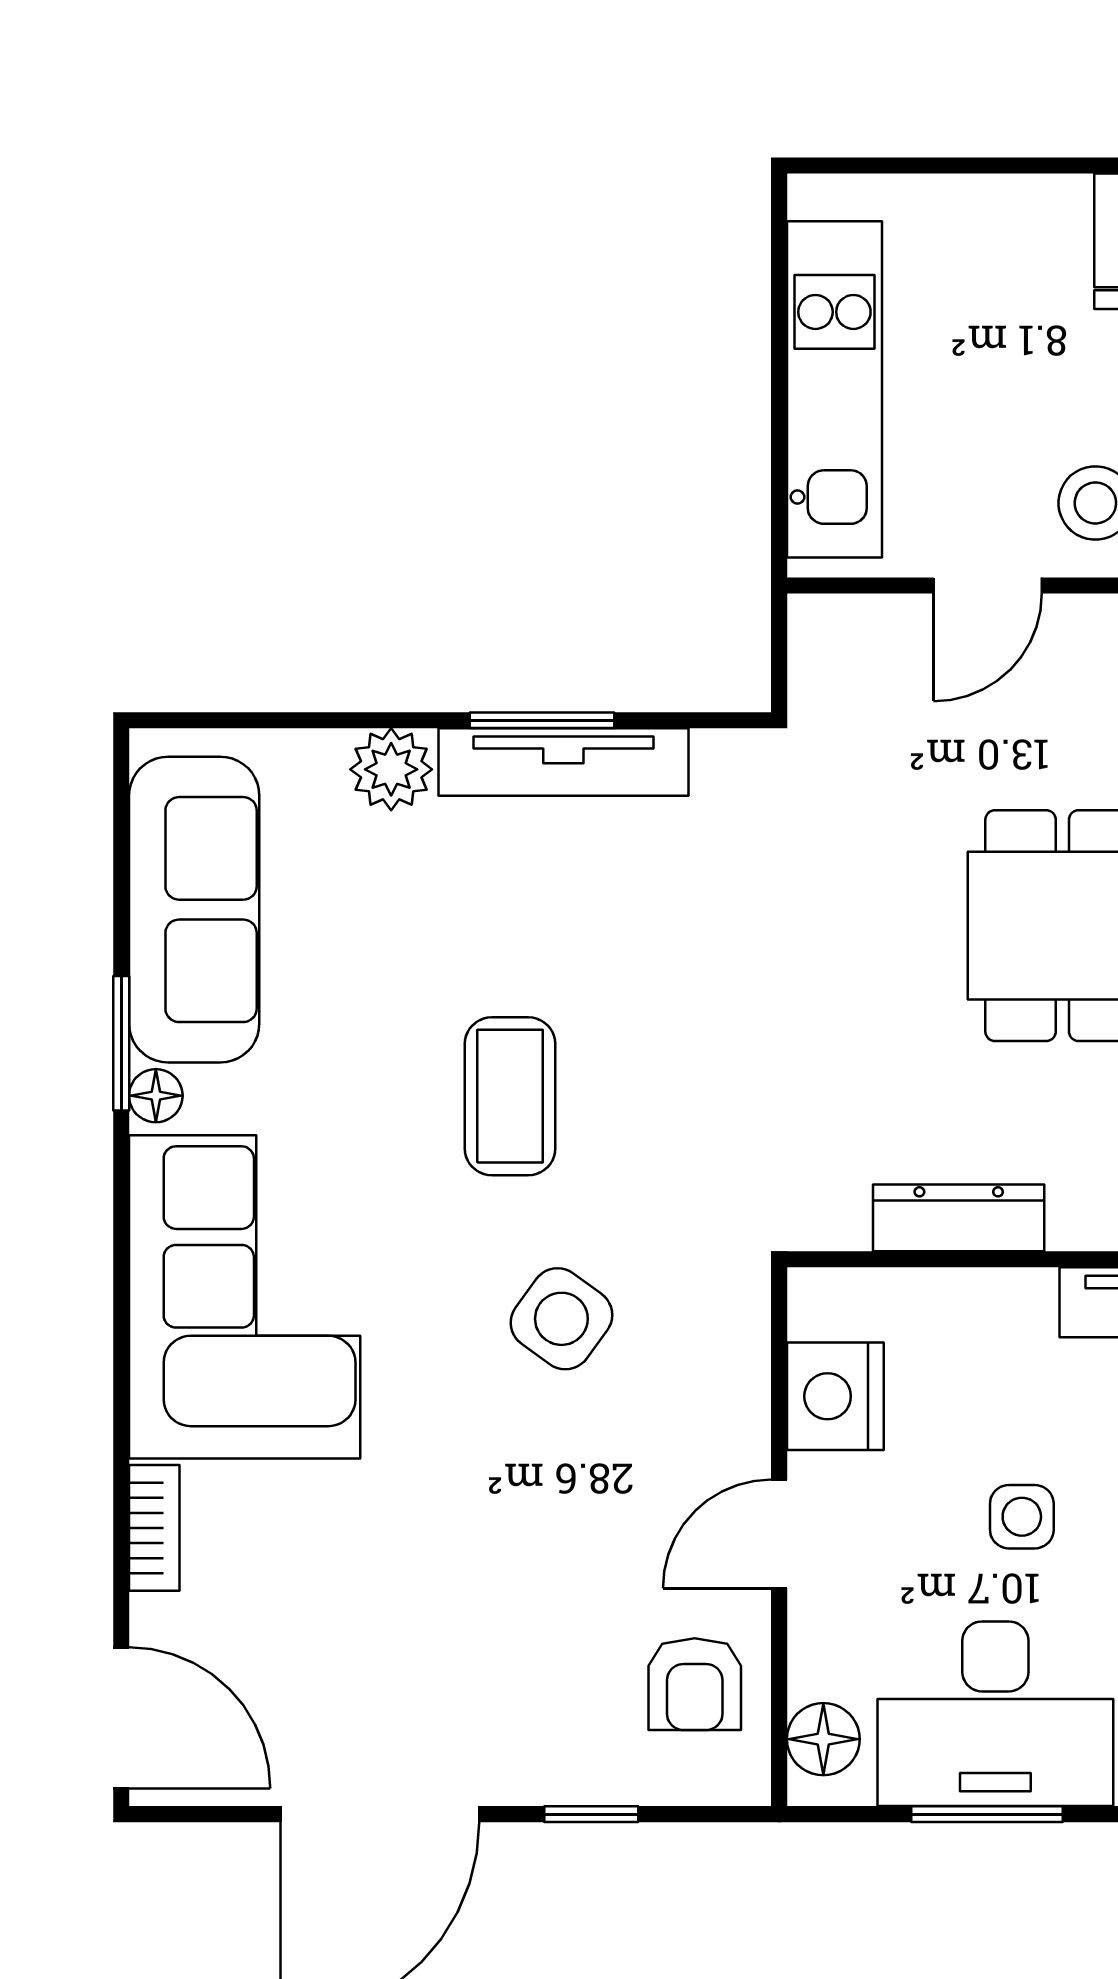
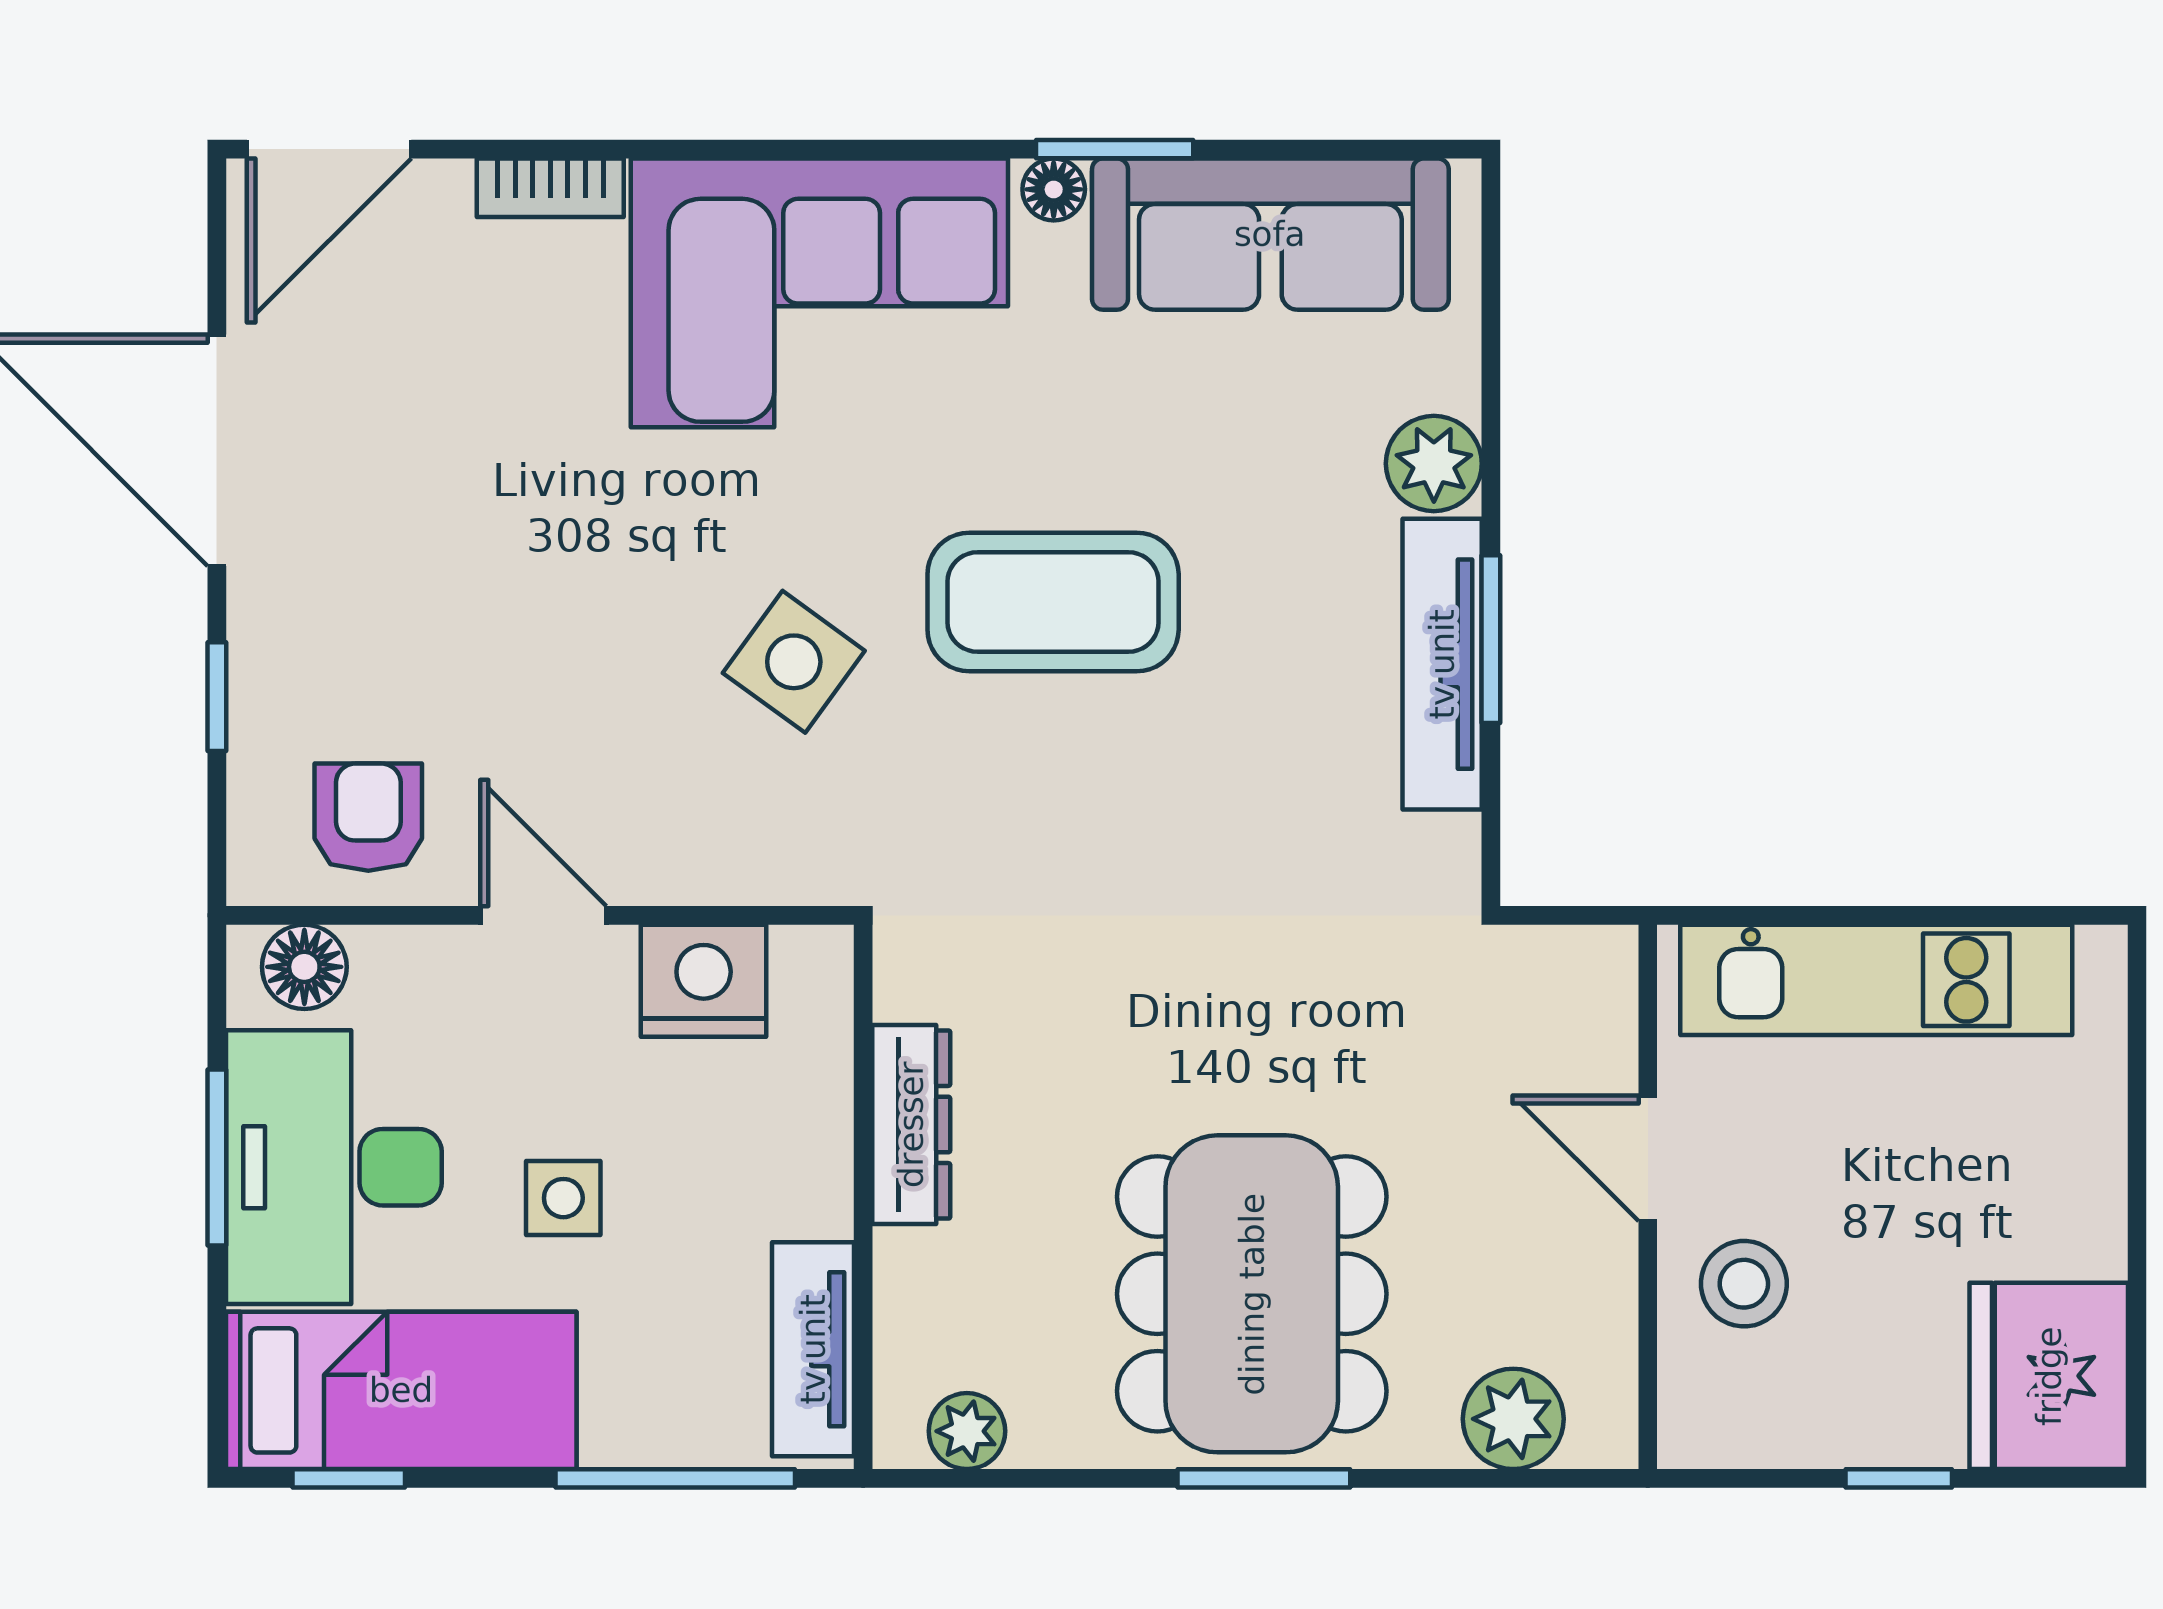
coffee table: (510, 1096) -> (1053, 602), width x1.36, depth x1.32
armchair: (695, 1684) -> (368, 817), turned 90

